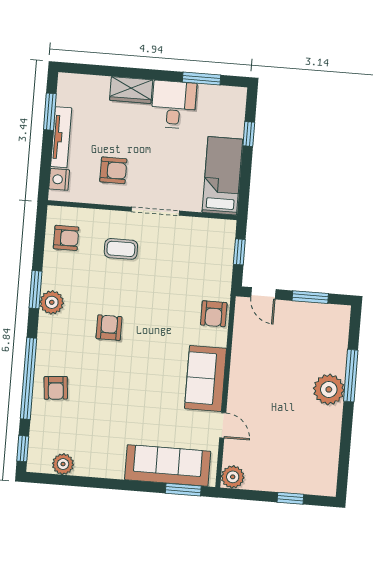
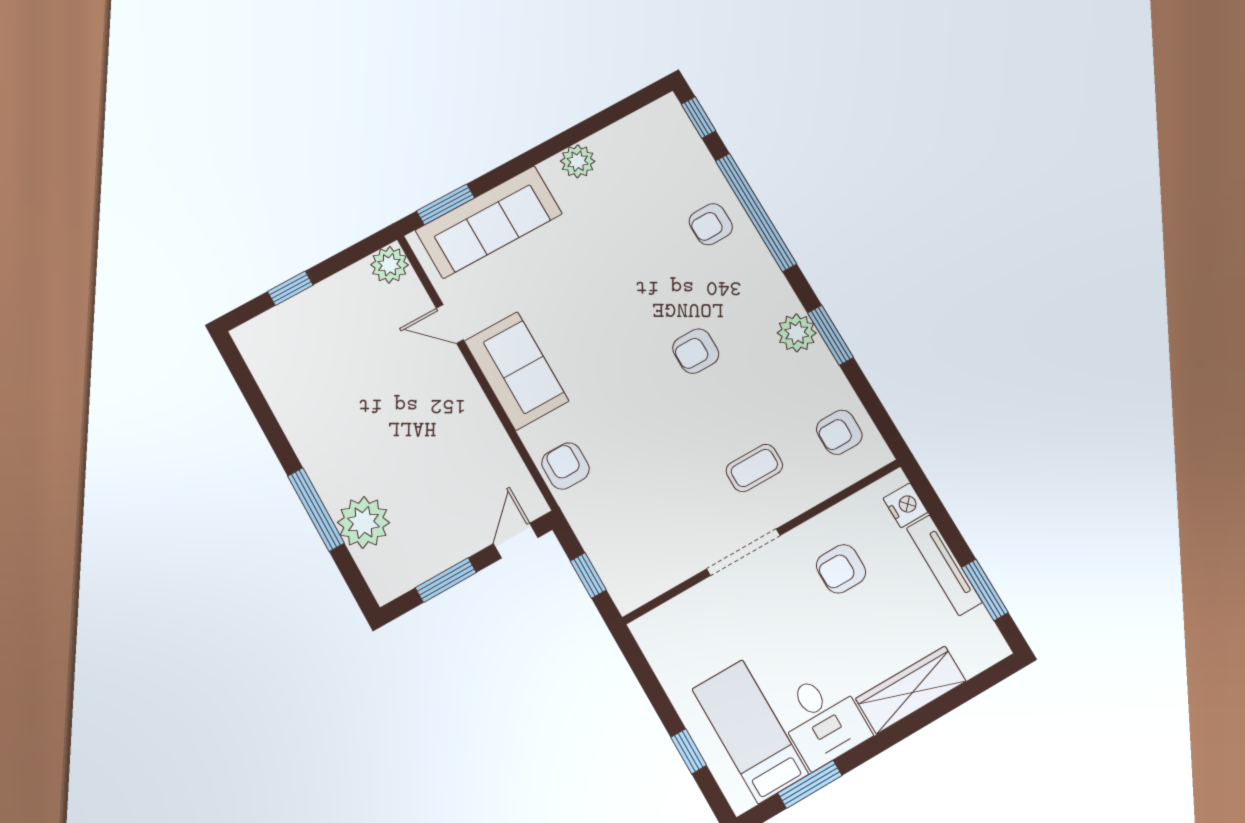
wardrobe: (131, 90) -> (911, 690), width x1.50
bed: (222, 176) -> (750, 732), moved, turned 180
door: (263, 293) -> (516, 541), hinge flipped
armchair: (109, 328) -> (696, 351), turned 90
armchair: (56, 388) -> (711, 224), turned -86
plant: (329, 389) -> (363, 522), moved
plant: (63, 464) -> (578, 161), moved

